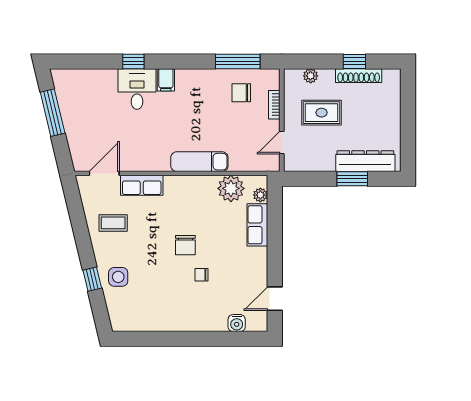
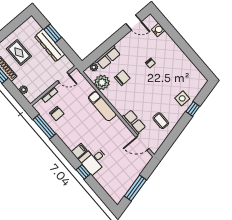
rug: (322, 113) -> (19, 52), moved
dresser: (365, 161) -> (50, 45), moved
chair: (185, 245) -> (122, 78), moved

